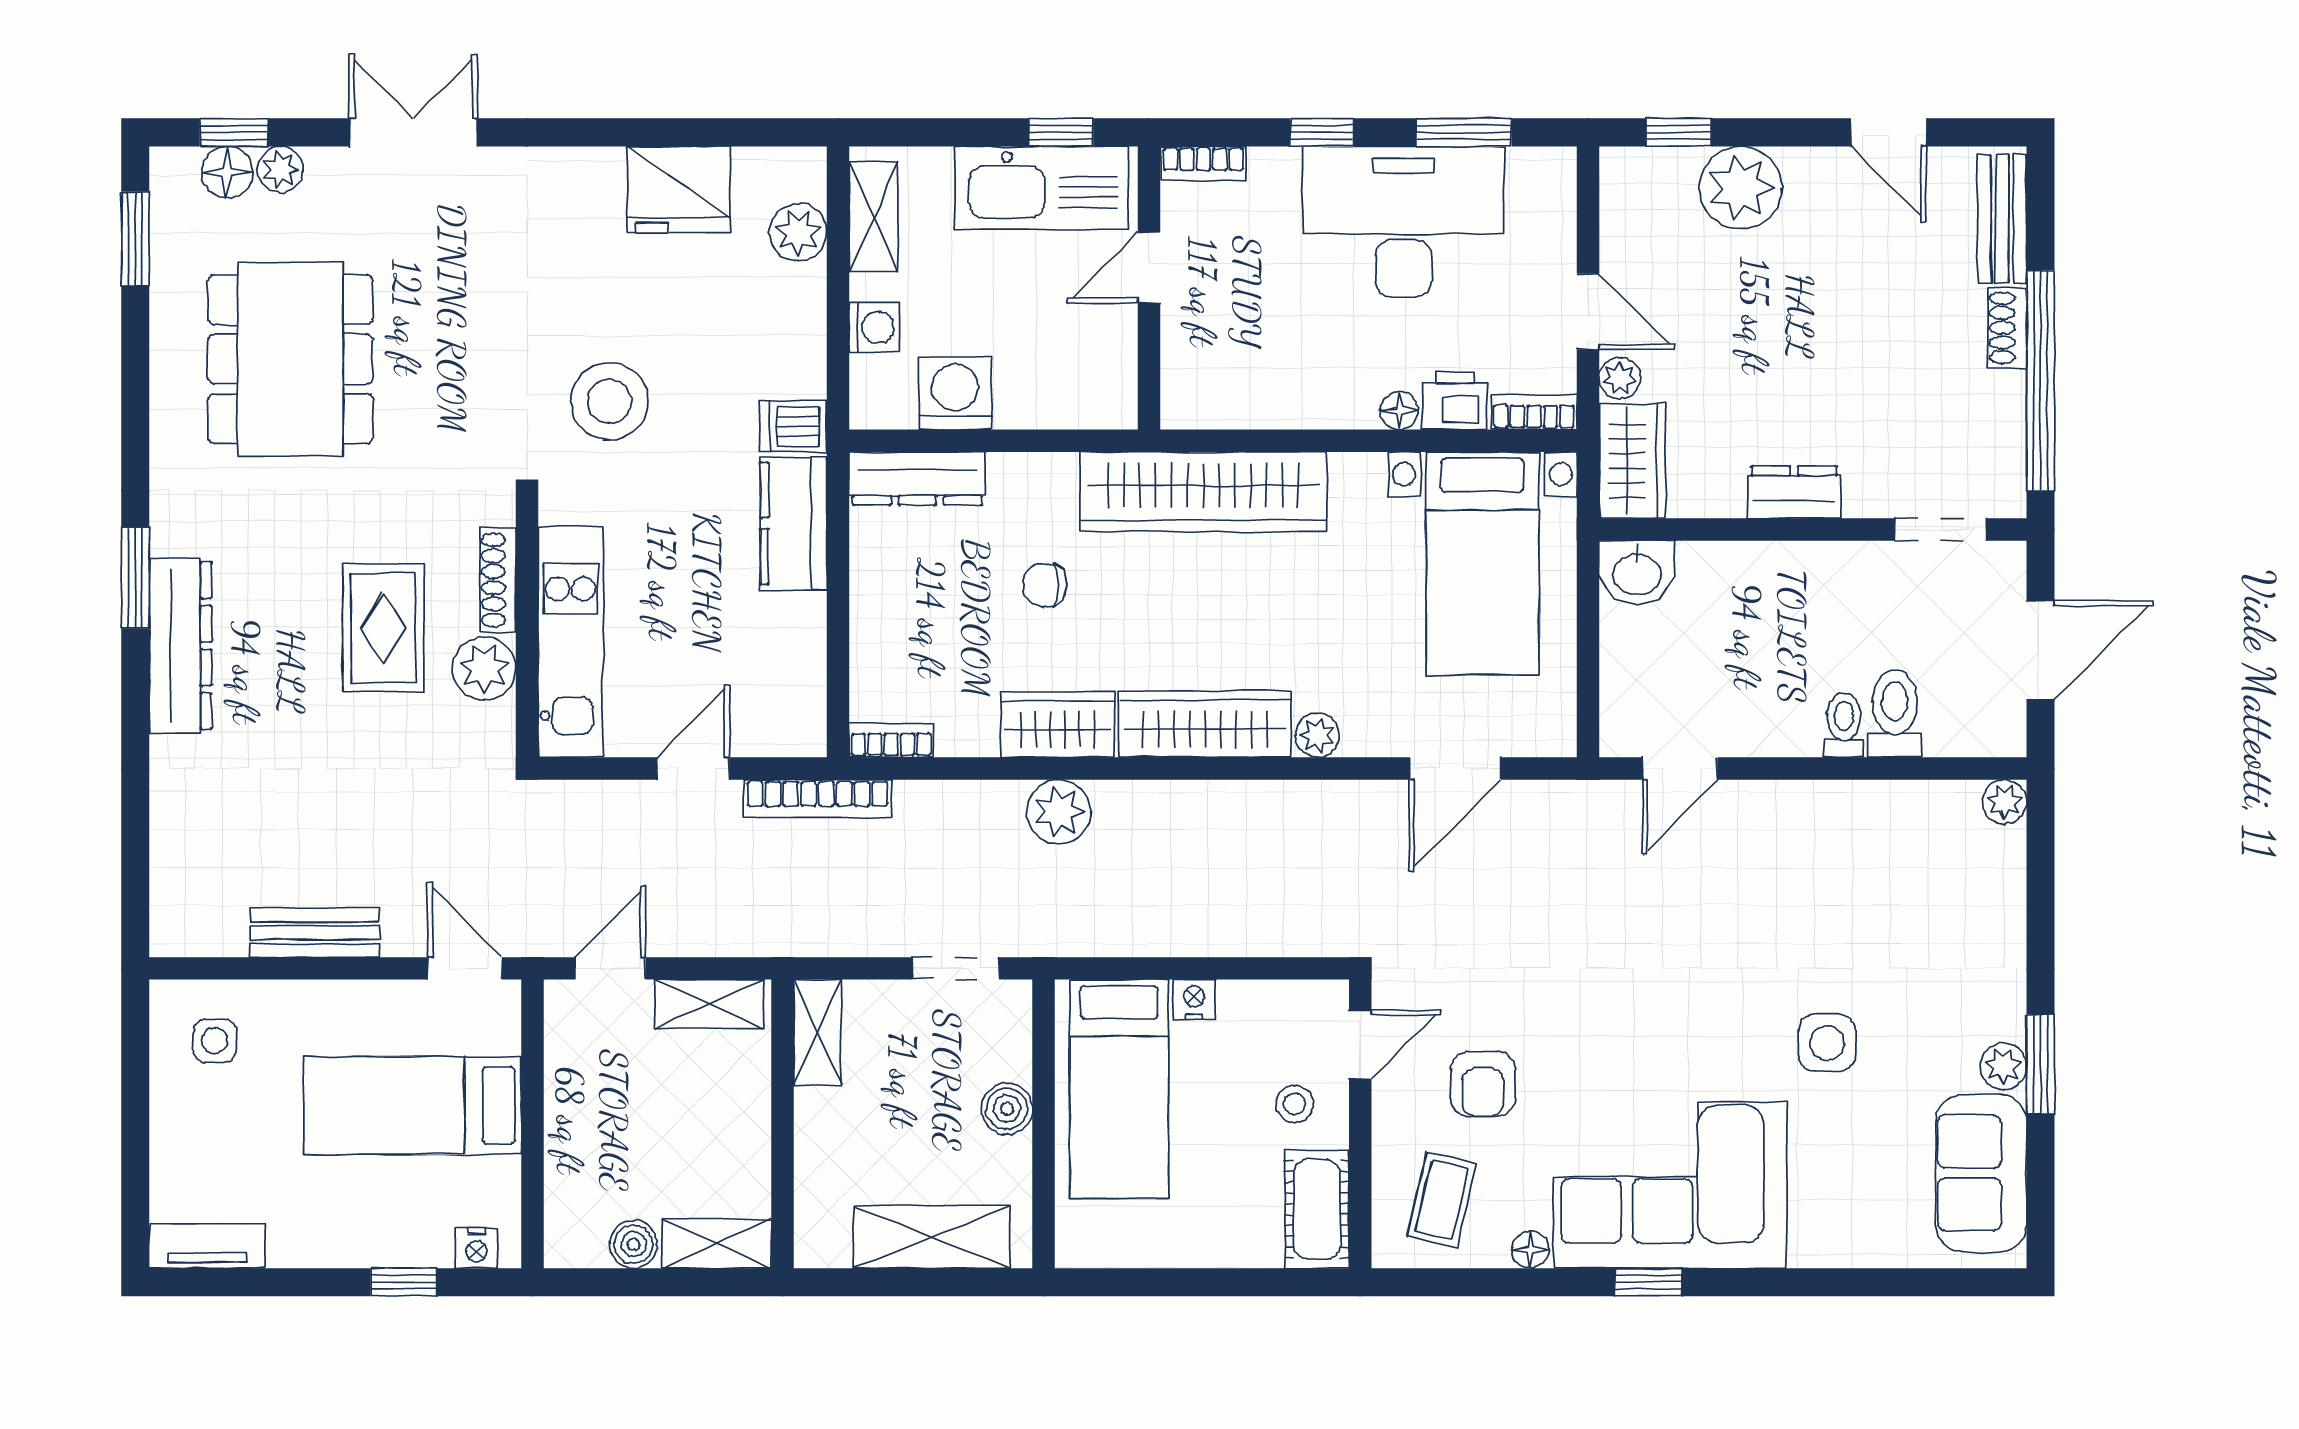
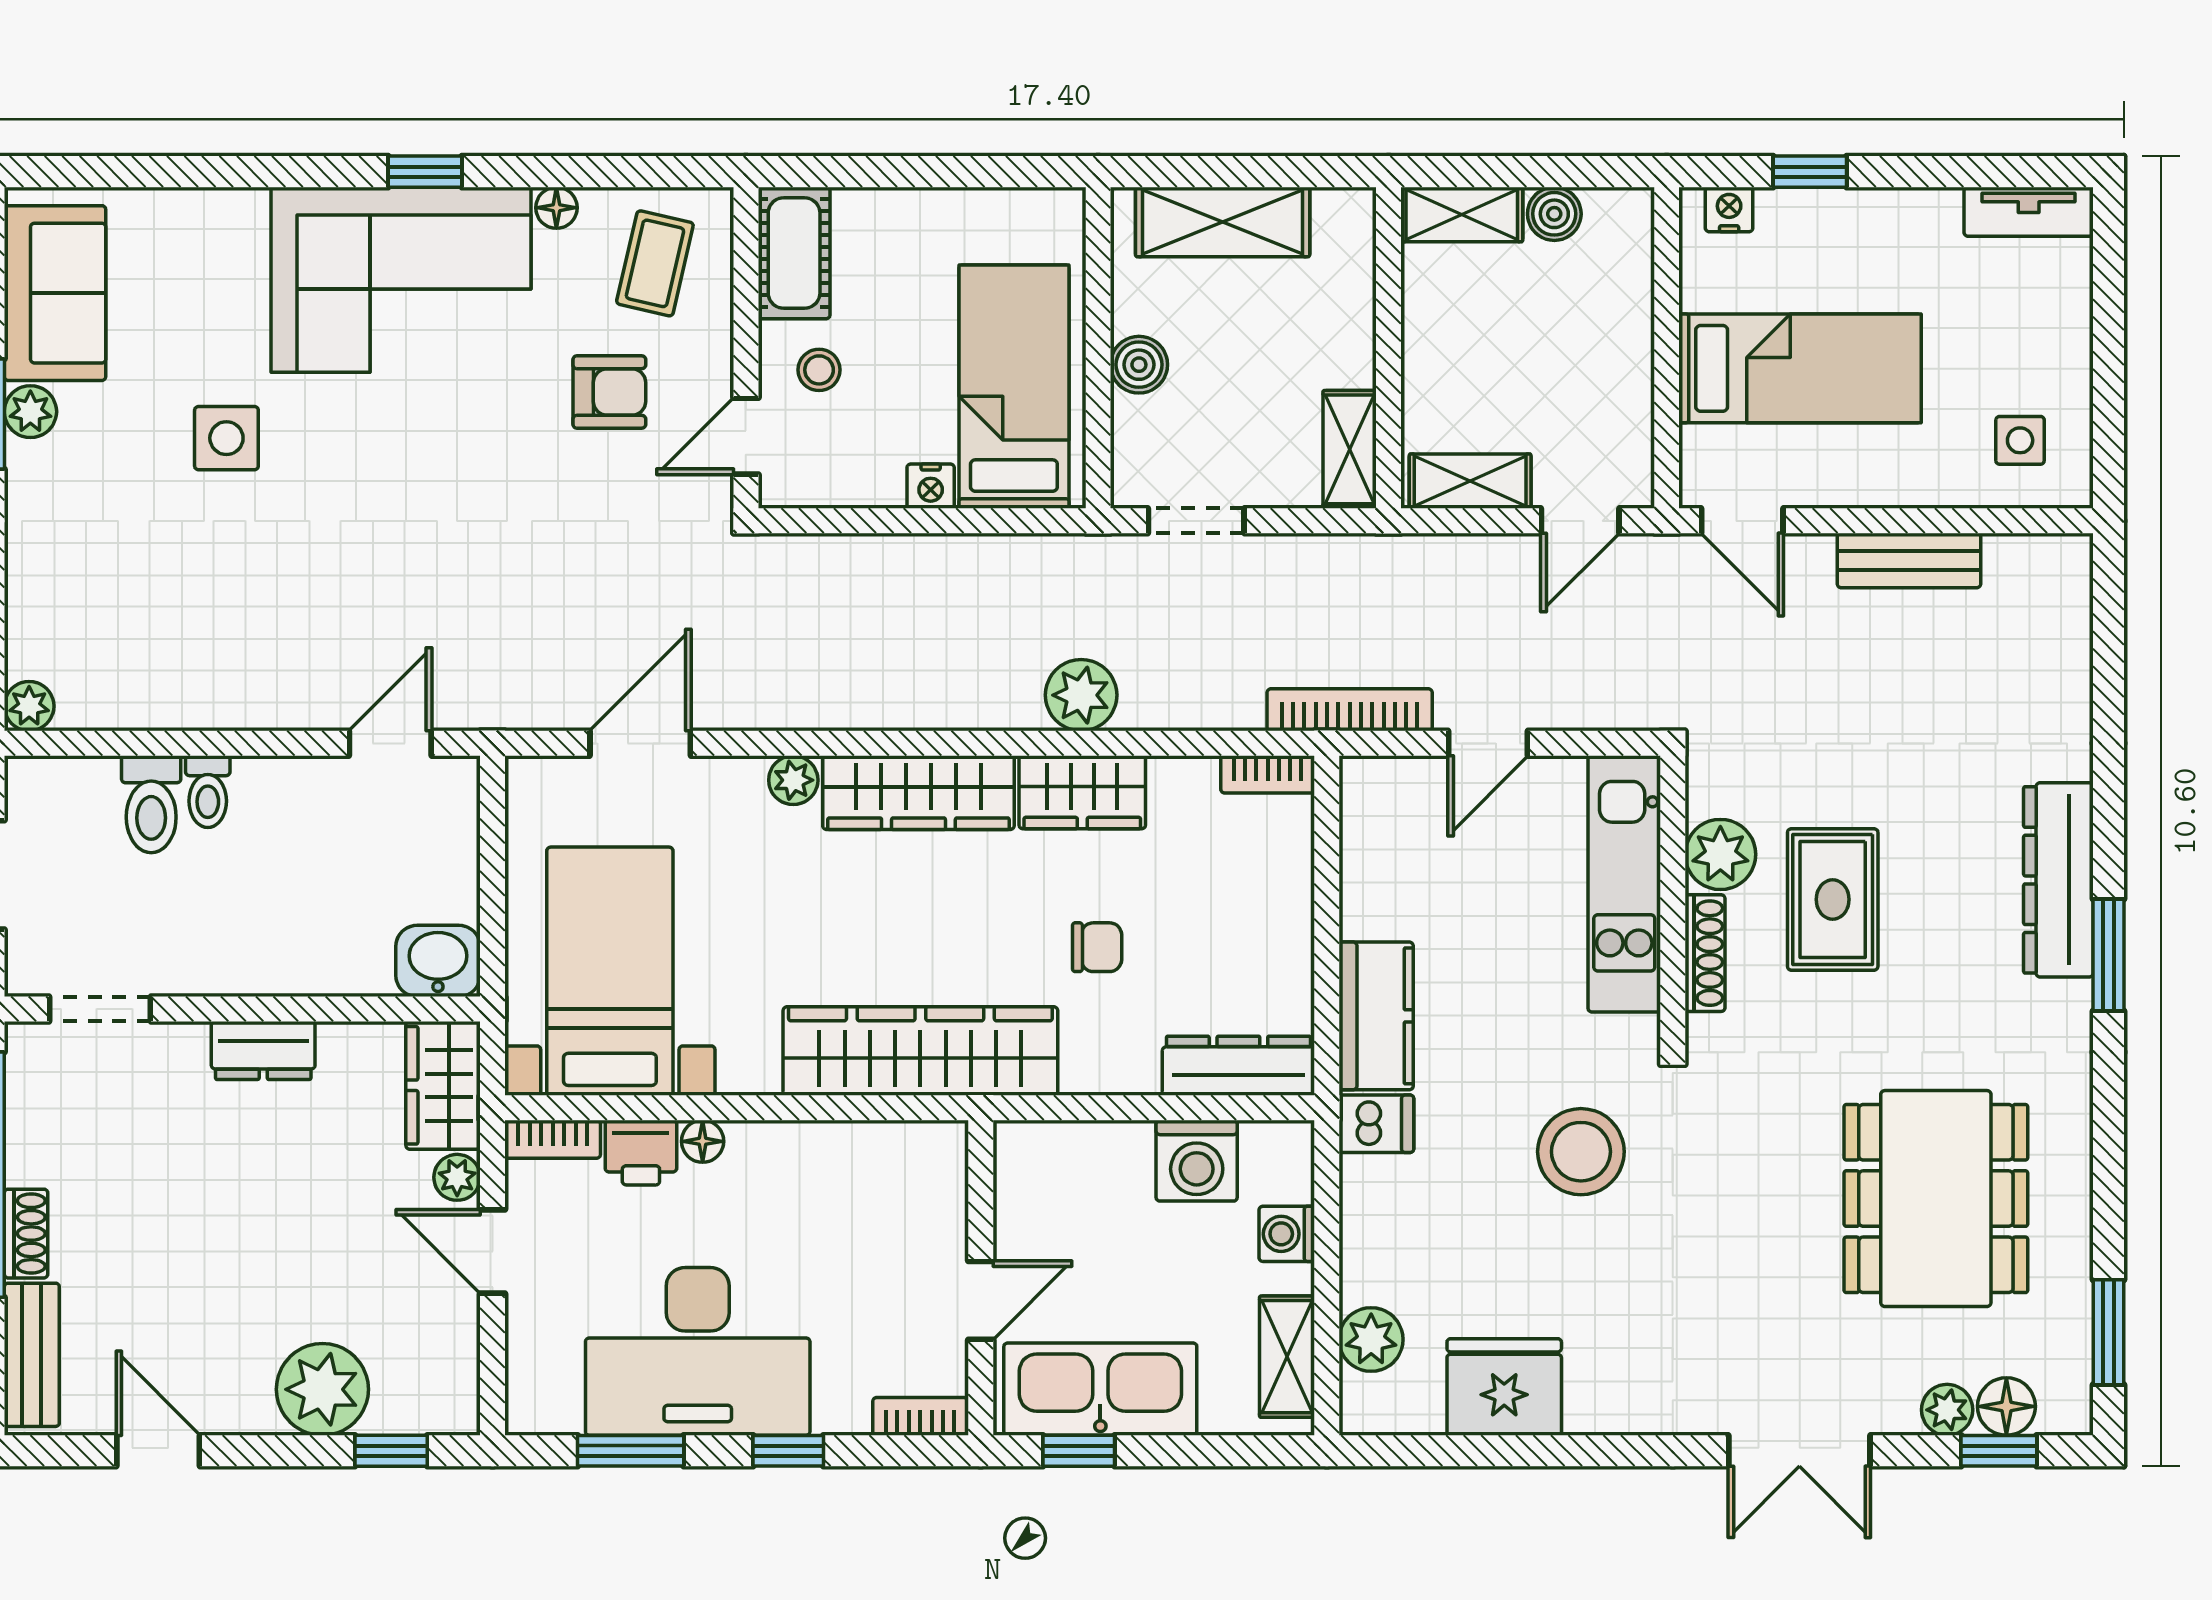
armchair: (1483, 1084) -> (609, 392), turned 90

